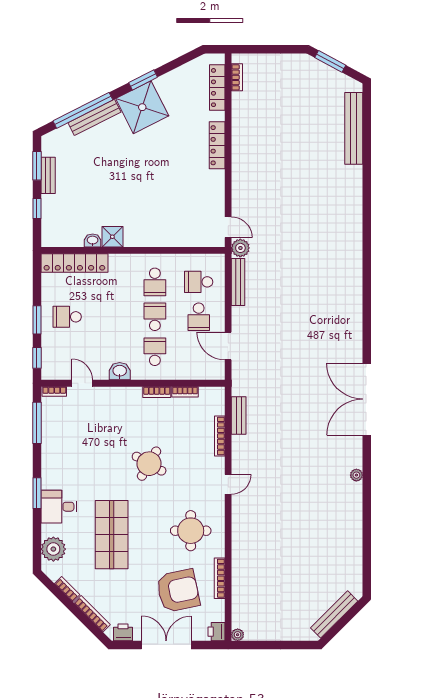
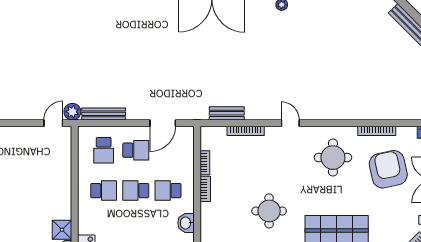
round table: (149, 464) -> (269, 211), moved, turned -30

